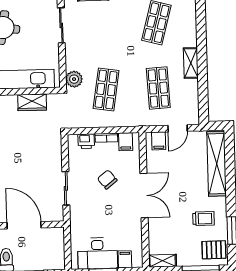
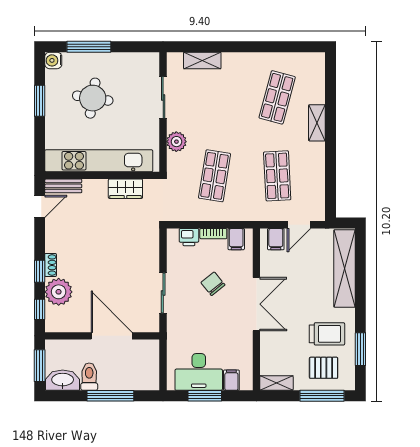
shelving: (191, 63) -> (317, 123), moved
plant: (74, 79) -> (176, 142), moved
trolley: (203, 219) -> (327, 334), width x1.36, depth x1.39
pallet: (214, 250) -> (324, 368), moved

